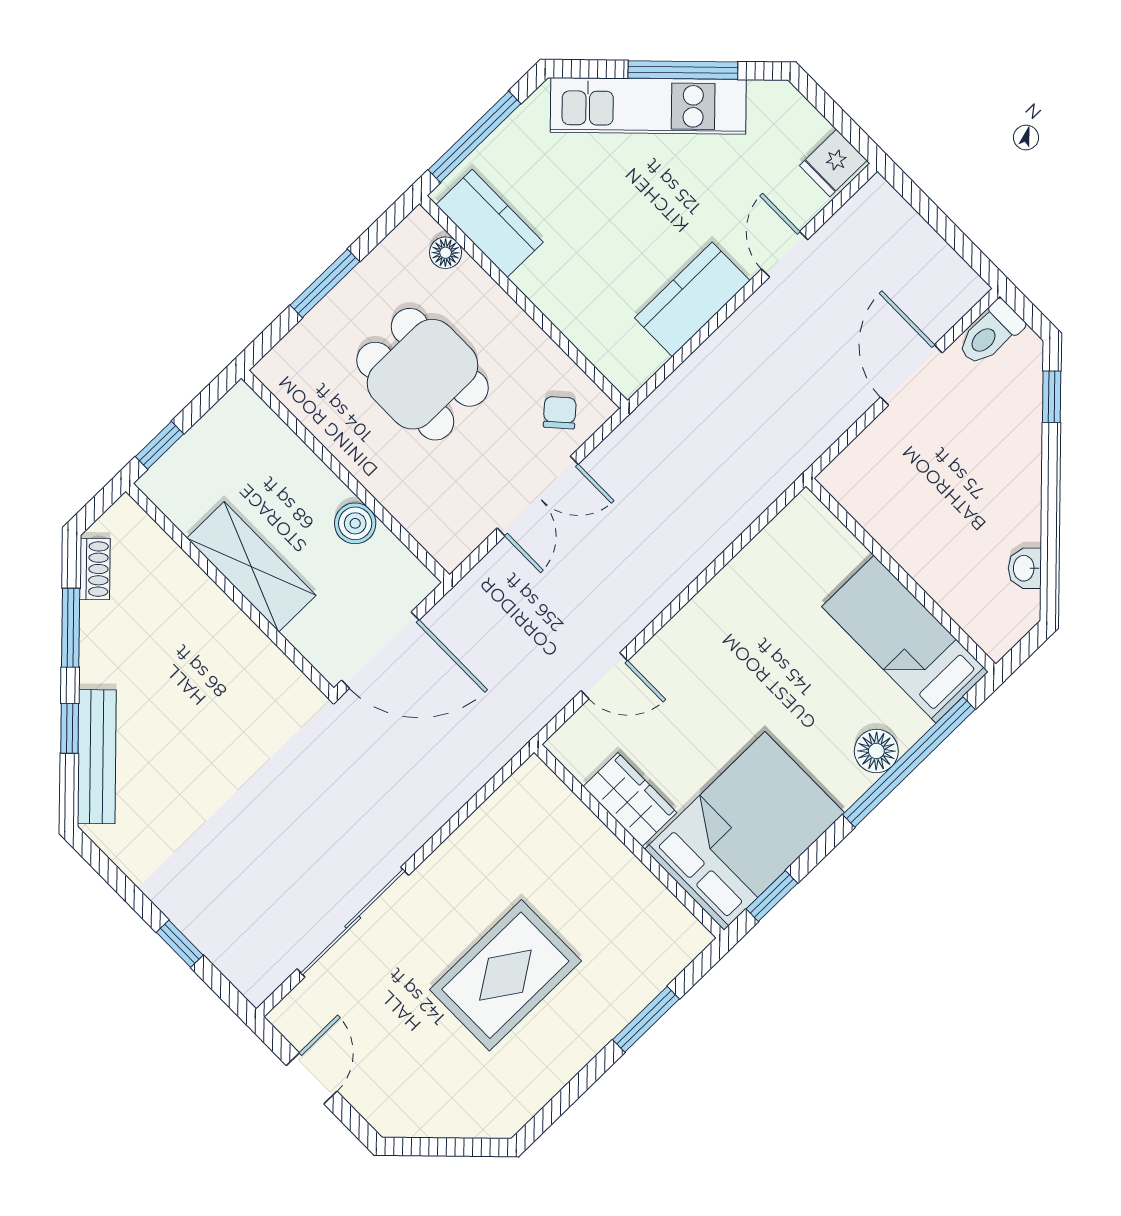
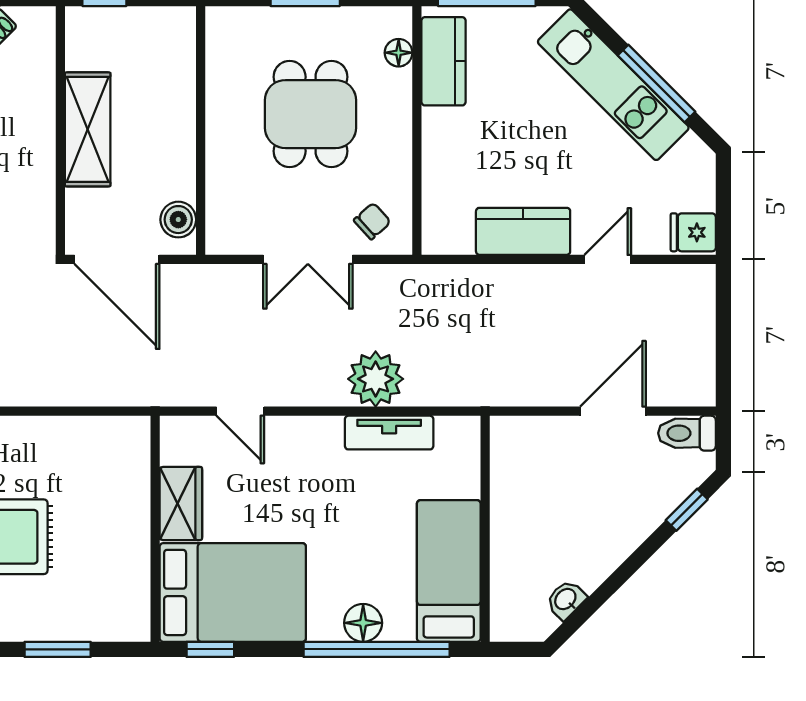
boiler: (355, 523) -> (178, 220), moved
plant: (690, 540) -> (376, 379), added
tv unit: (744, 573) -> (389, 433), added

